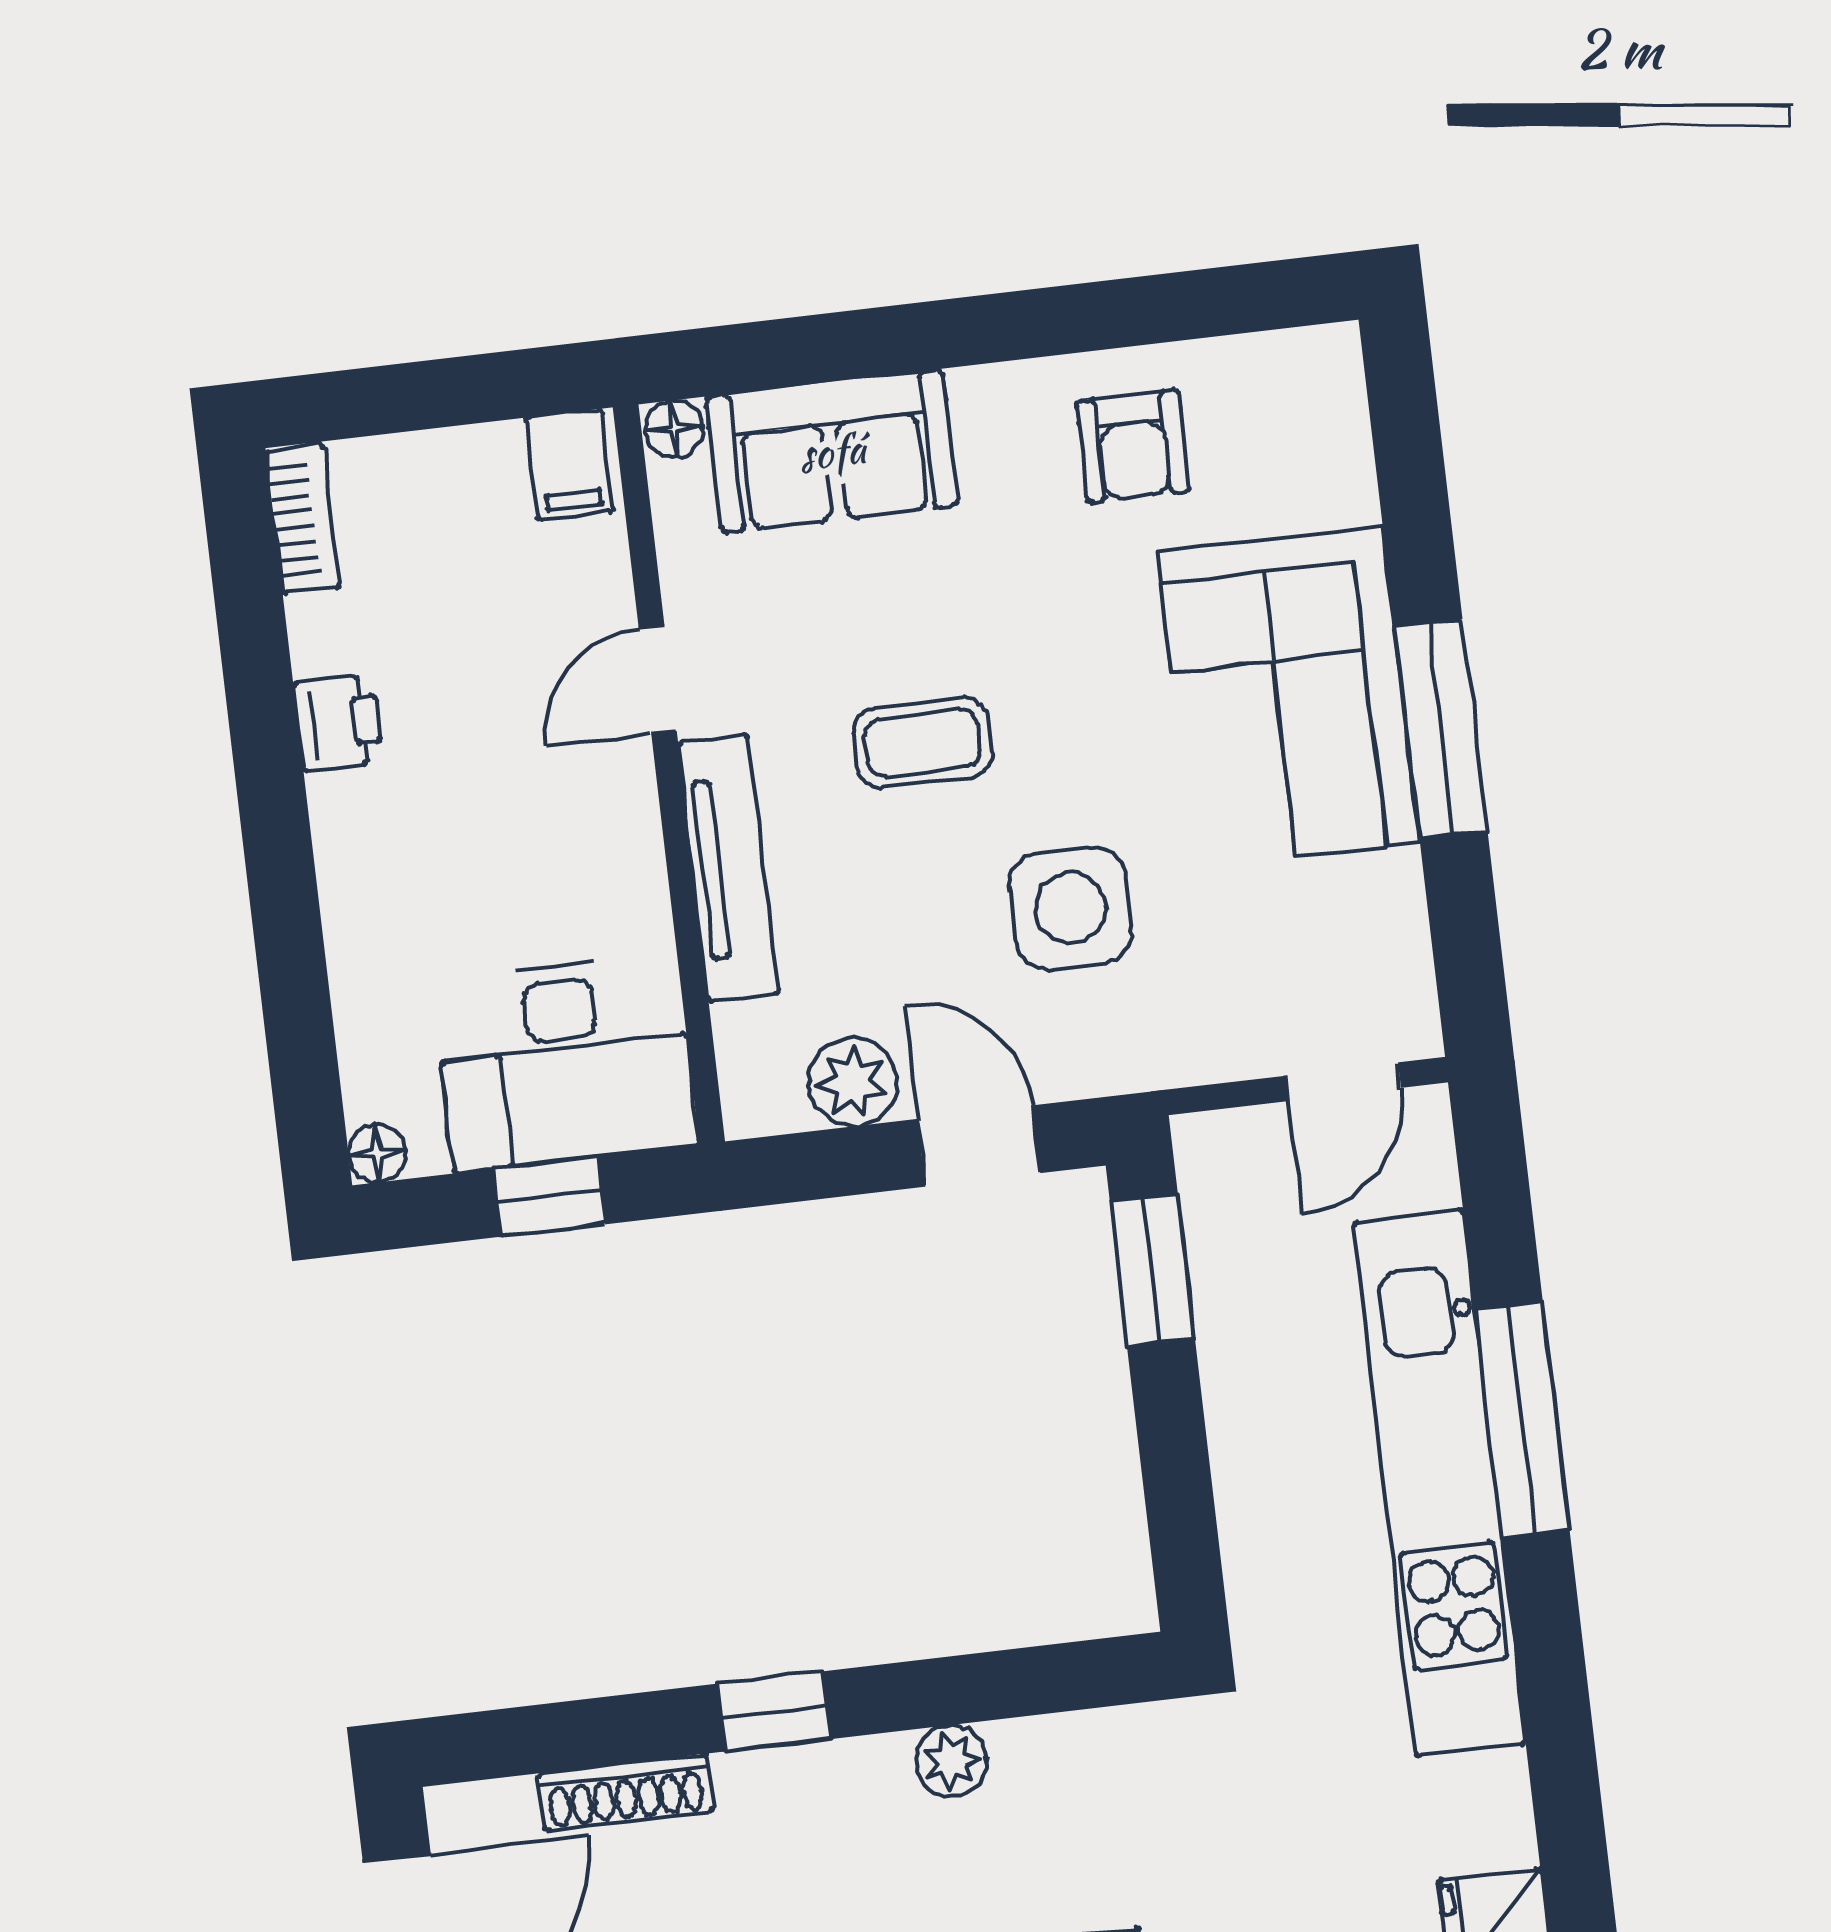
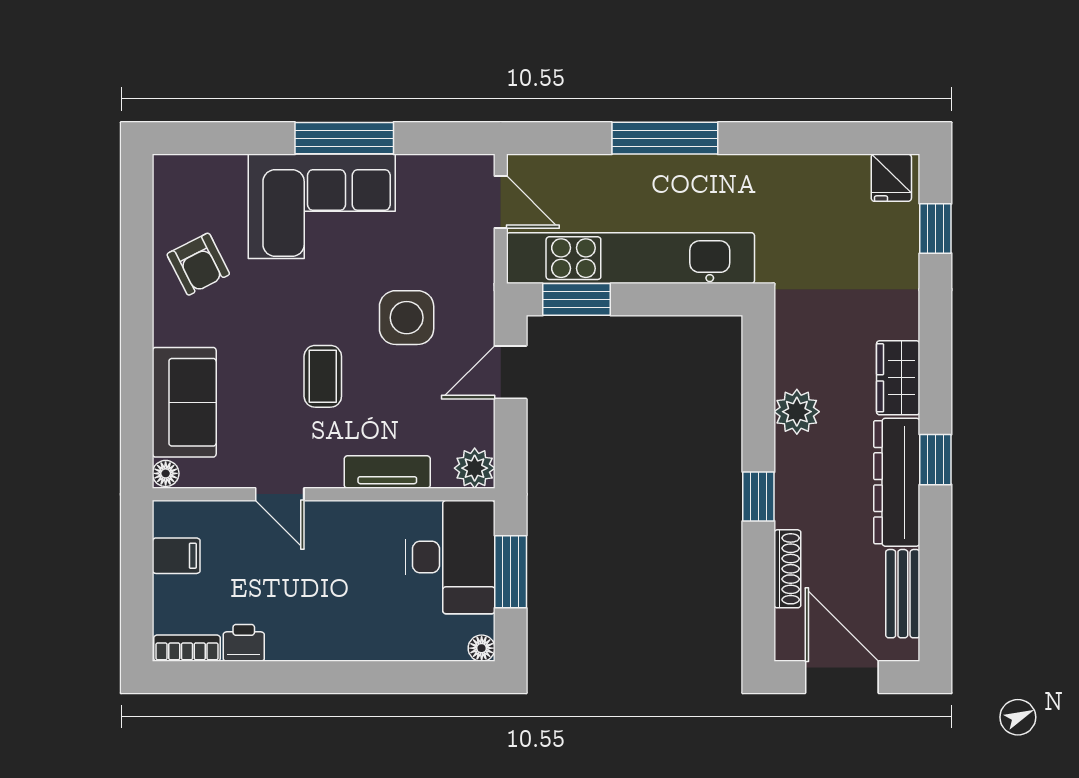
armchair: (1133, 446) -> (198, 264), turned 63
filing cabinet: (570, 464) -> (176, 556), moved
printer: (338, 722) -> (244, 643), moved
tv unit: (728, 868) -> (387, 472), width x0.71
plant: (853, 1082) -> (475, 468), moved
window: (549, 1197) -> (511, 572), width x1.50
kitchen unit: (1439, 1483) -> (630, 258), moved, turned 180
plant: (951, 1761) -> (797, 412), width x1.38, depth x1.38

